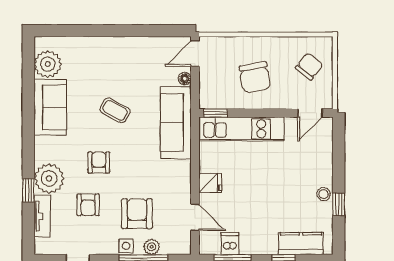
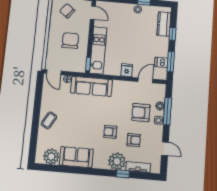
chair: (255, 77) -> (70, 41), turned -80
coffee table: (115, 110) -> (49, 120), moved

